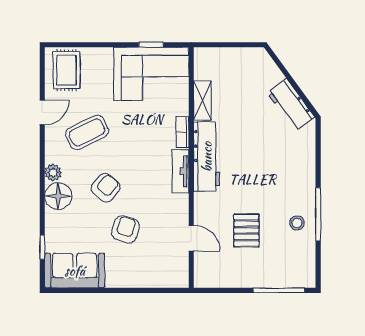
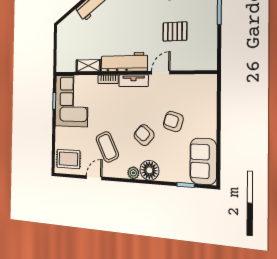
door: (42, 112) -> (94, 178), hinge flipped
door: (191, 238) -> (161, 73), moved

